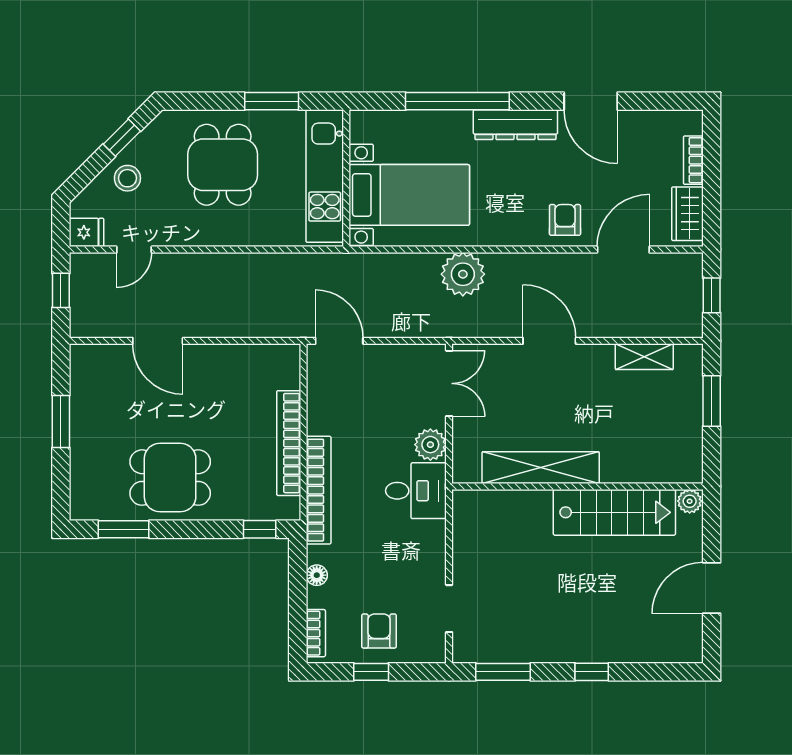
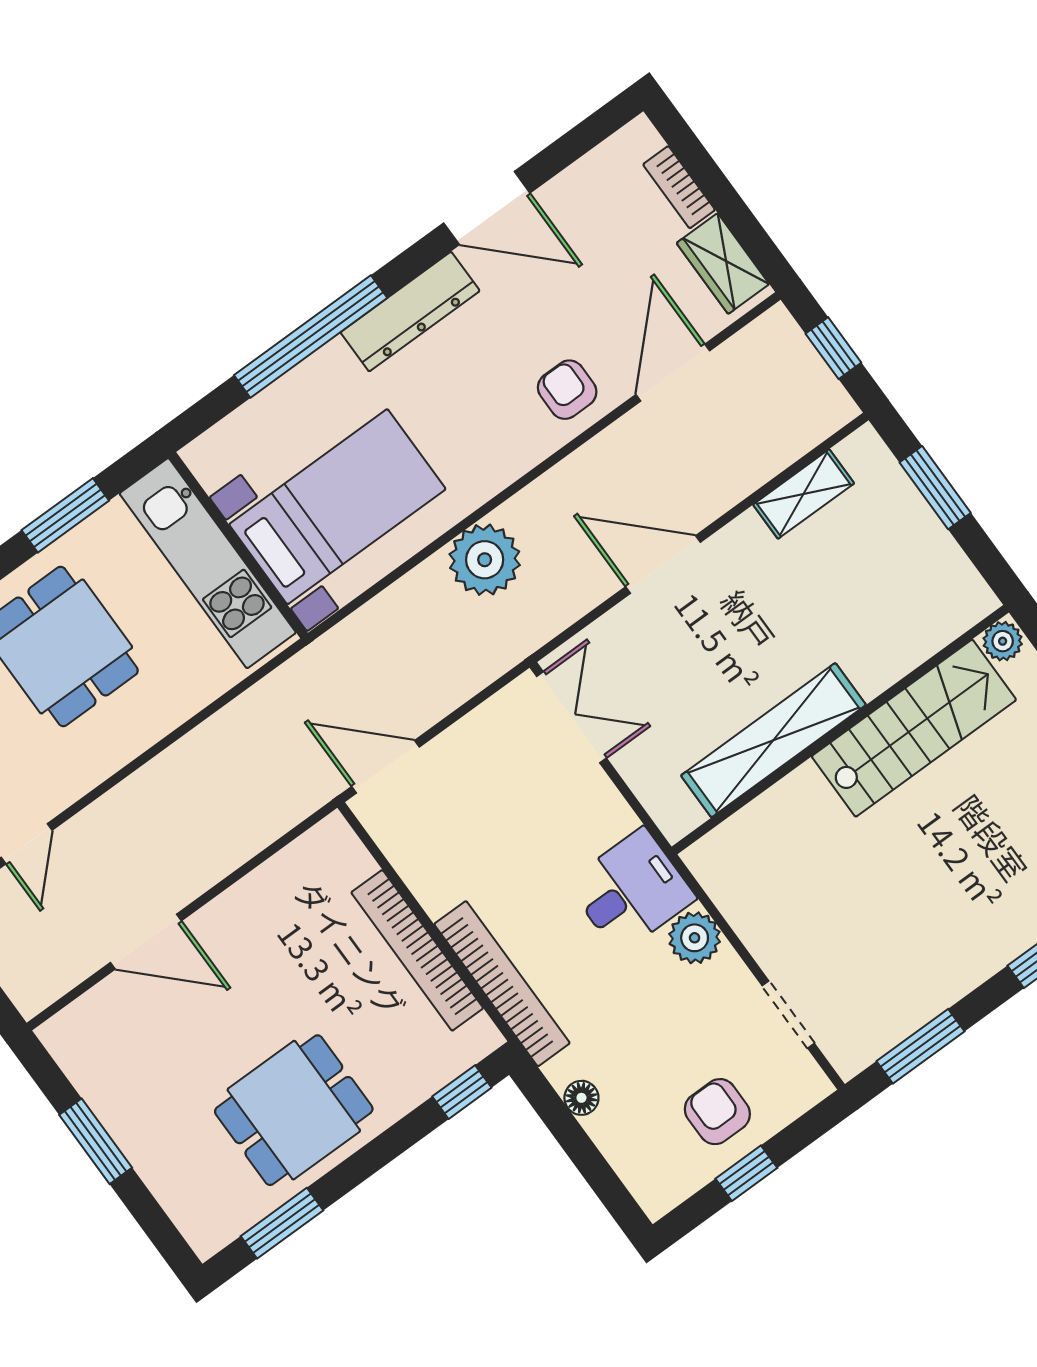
plant: (430, 445) -> (695, 938), moved
bookcase: (316, 633) -> (636, 1175), removed

